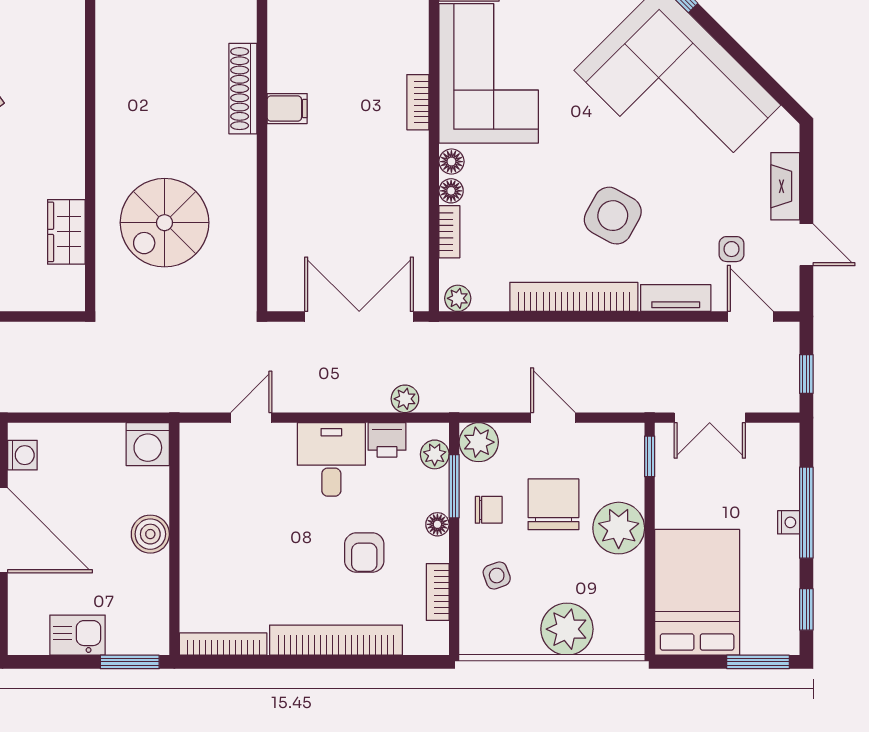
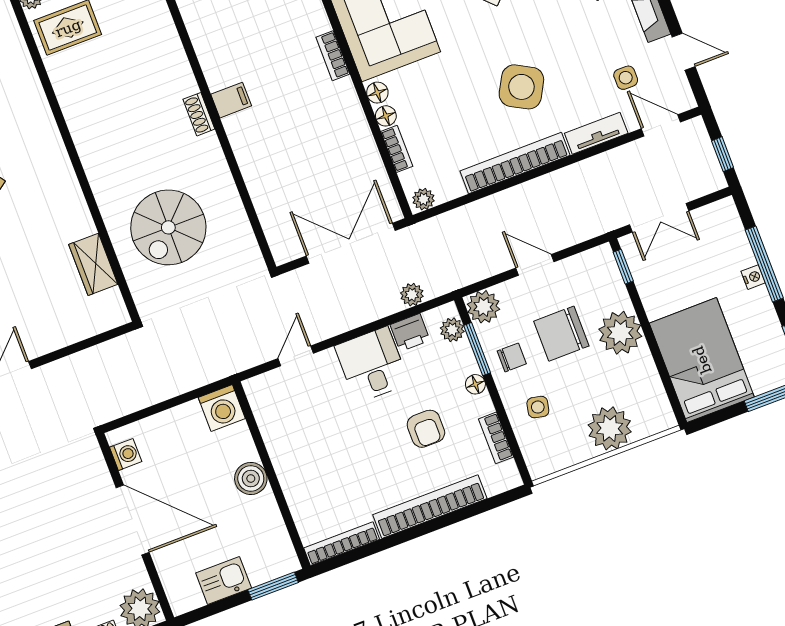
shoe rack: (243, 89) -> (199, 114), width x0.51, depth x0.81
chair: (553, 504) -> (561, 334), turned -90
side table: (497, 576) -> (538, 407), turned 32

